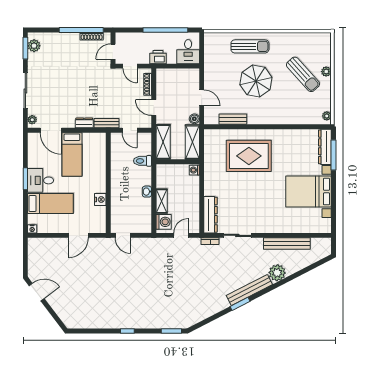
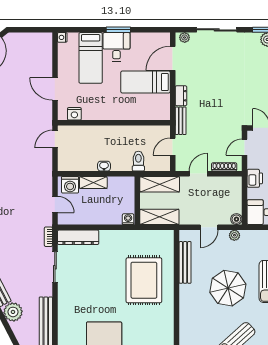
plant: (209, 75) -> (234, 235), added
boiler: (194, 119) -> (236, 219), moved
bench: (233, 119) -> (185, 262), width x1.36
nightstand: (100, 199) -> (74, 114), moved

